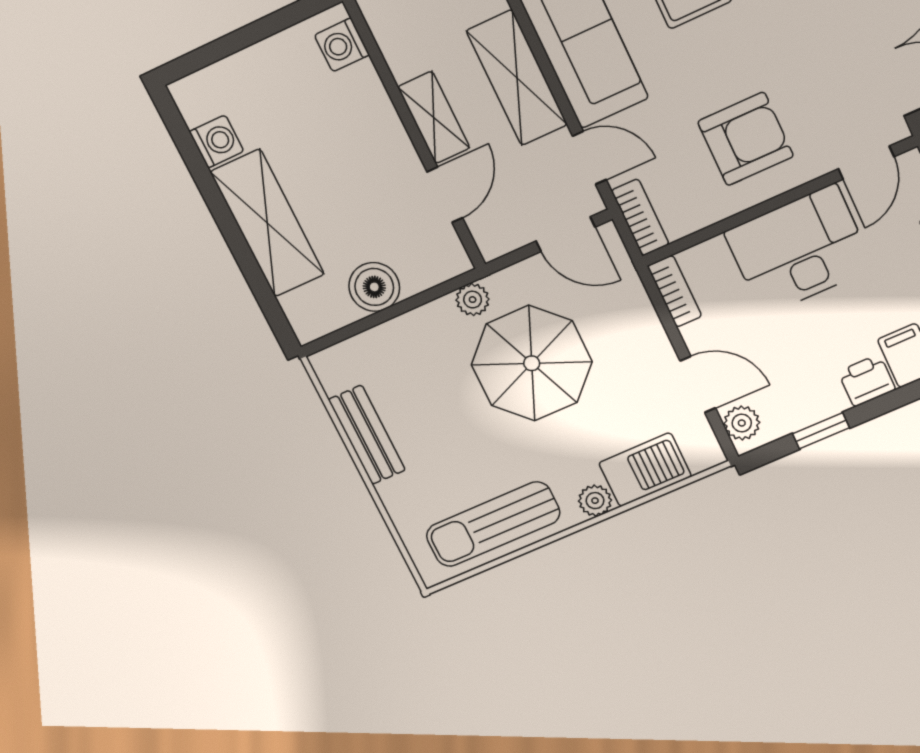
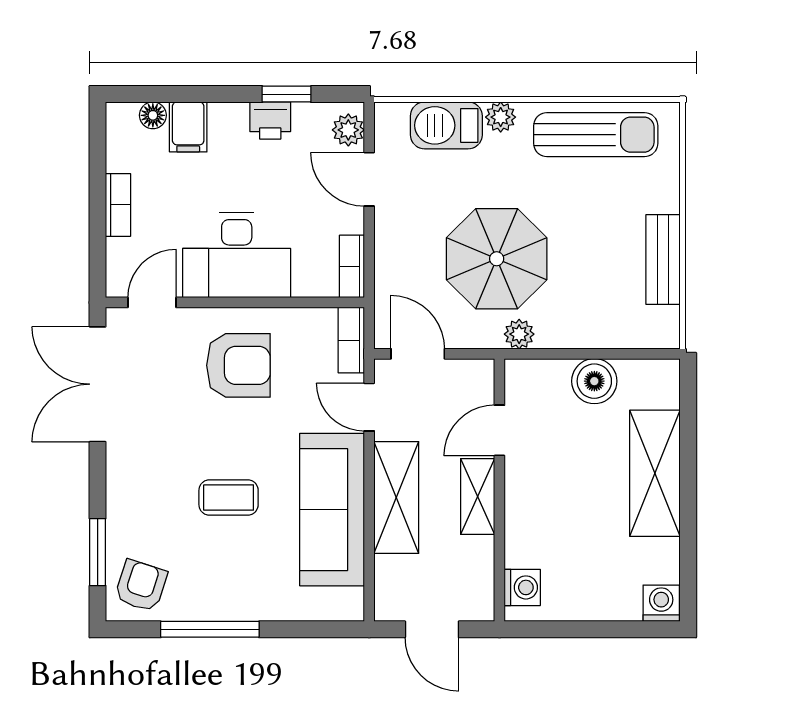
armchair: (746, 139) -> (238, 365), turned 180
washing machine: (217, 141) -> (661, 603), moved, turned 90
printer: (867, 381) -> (270, 120), moved

